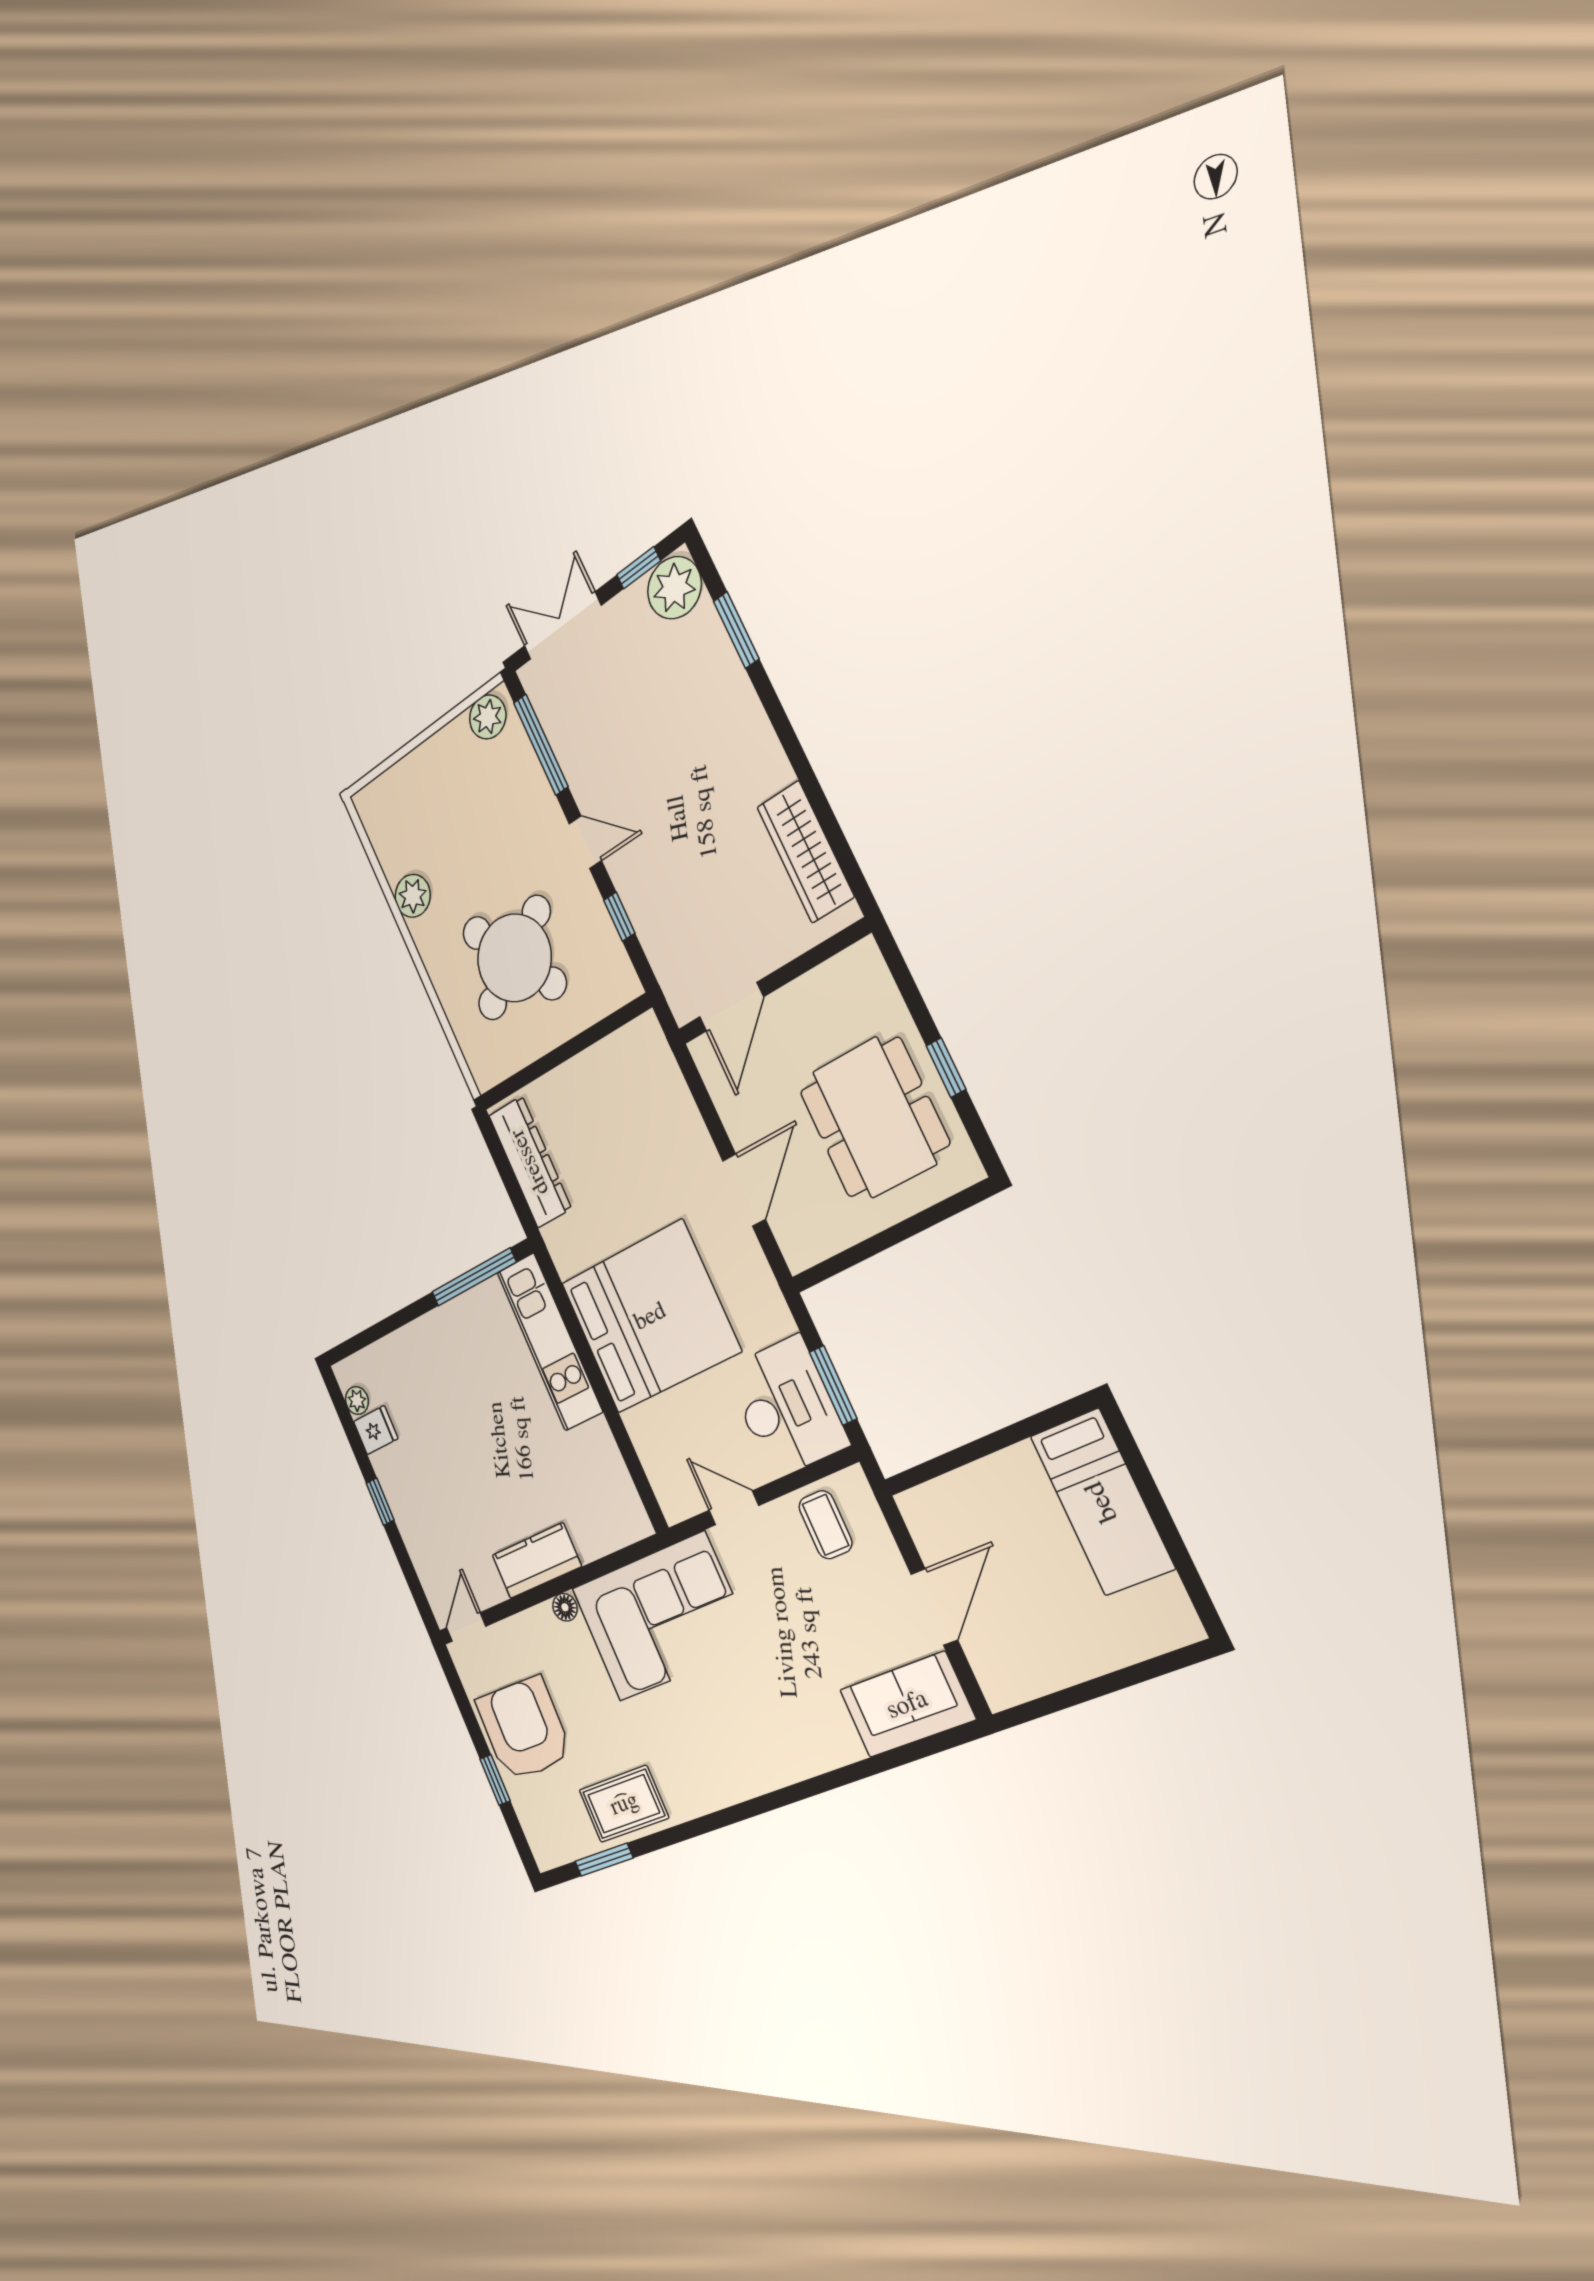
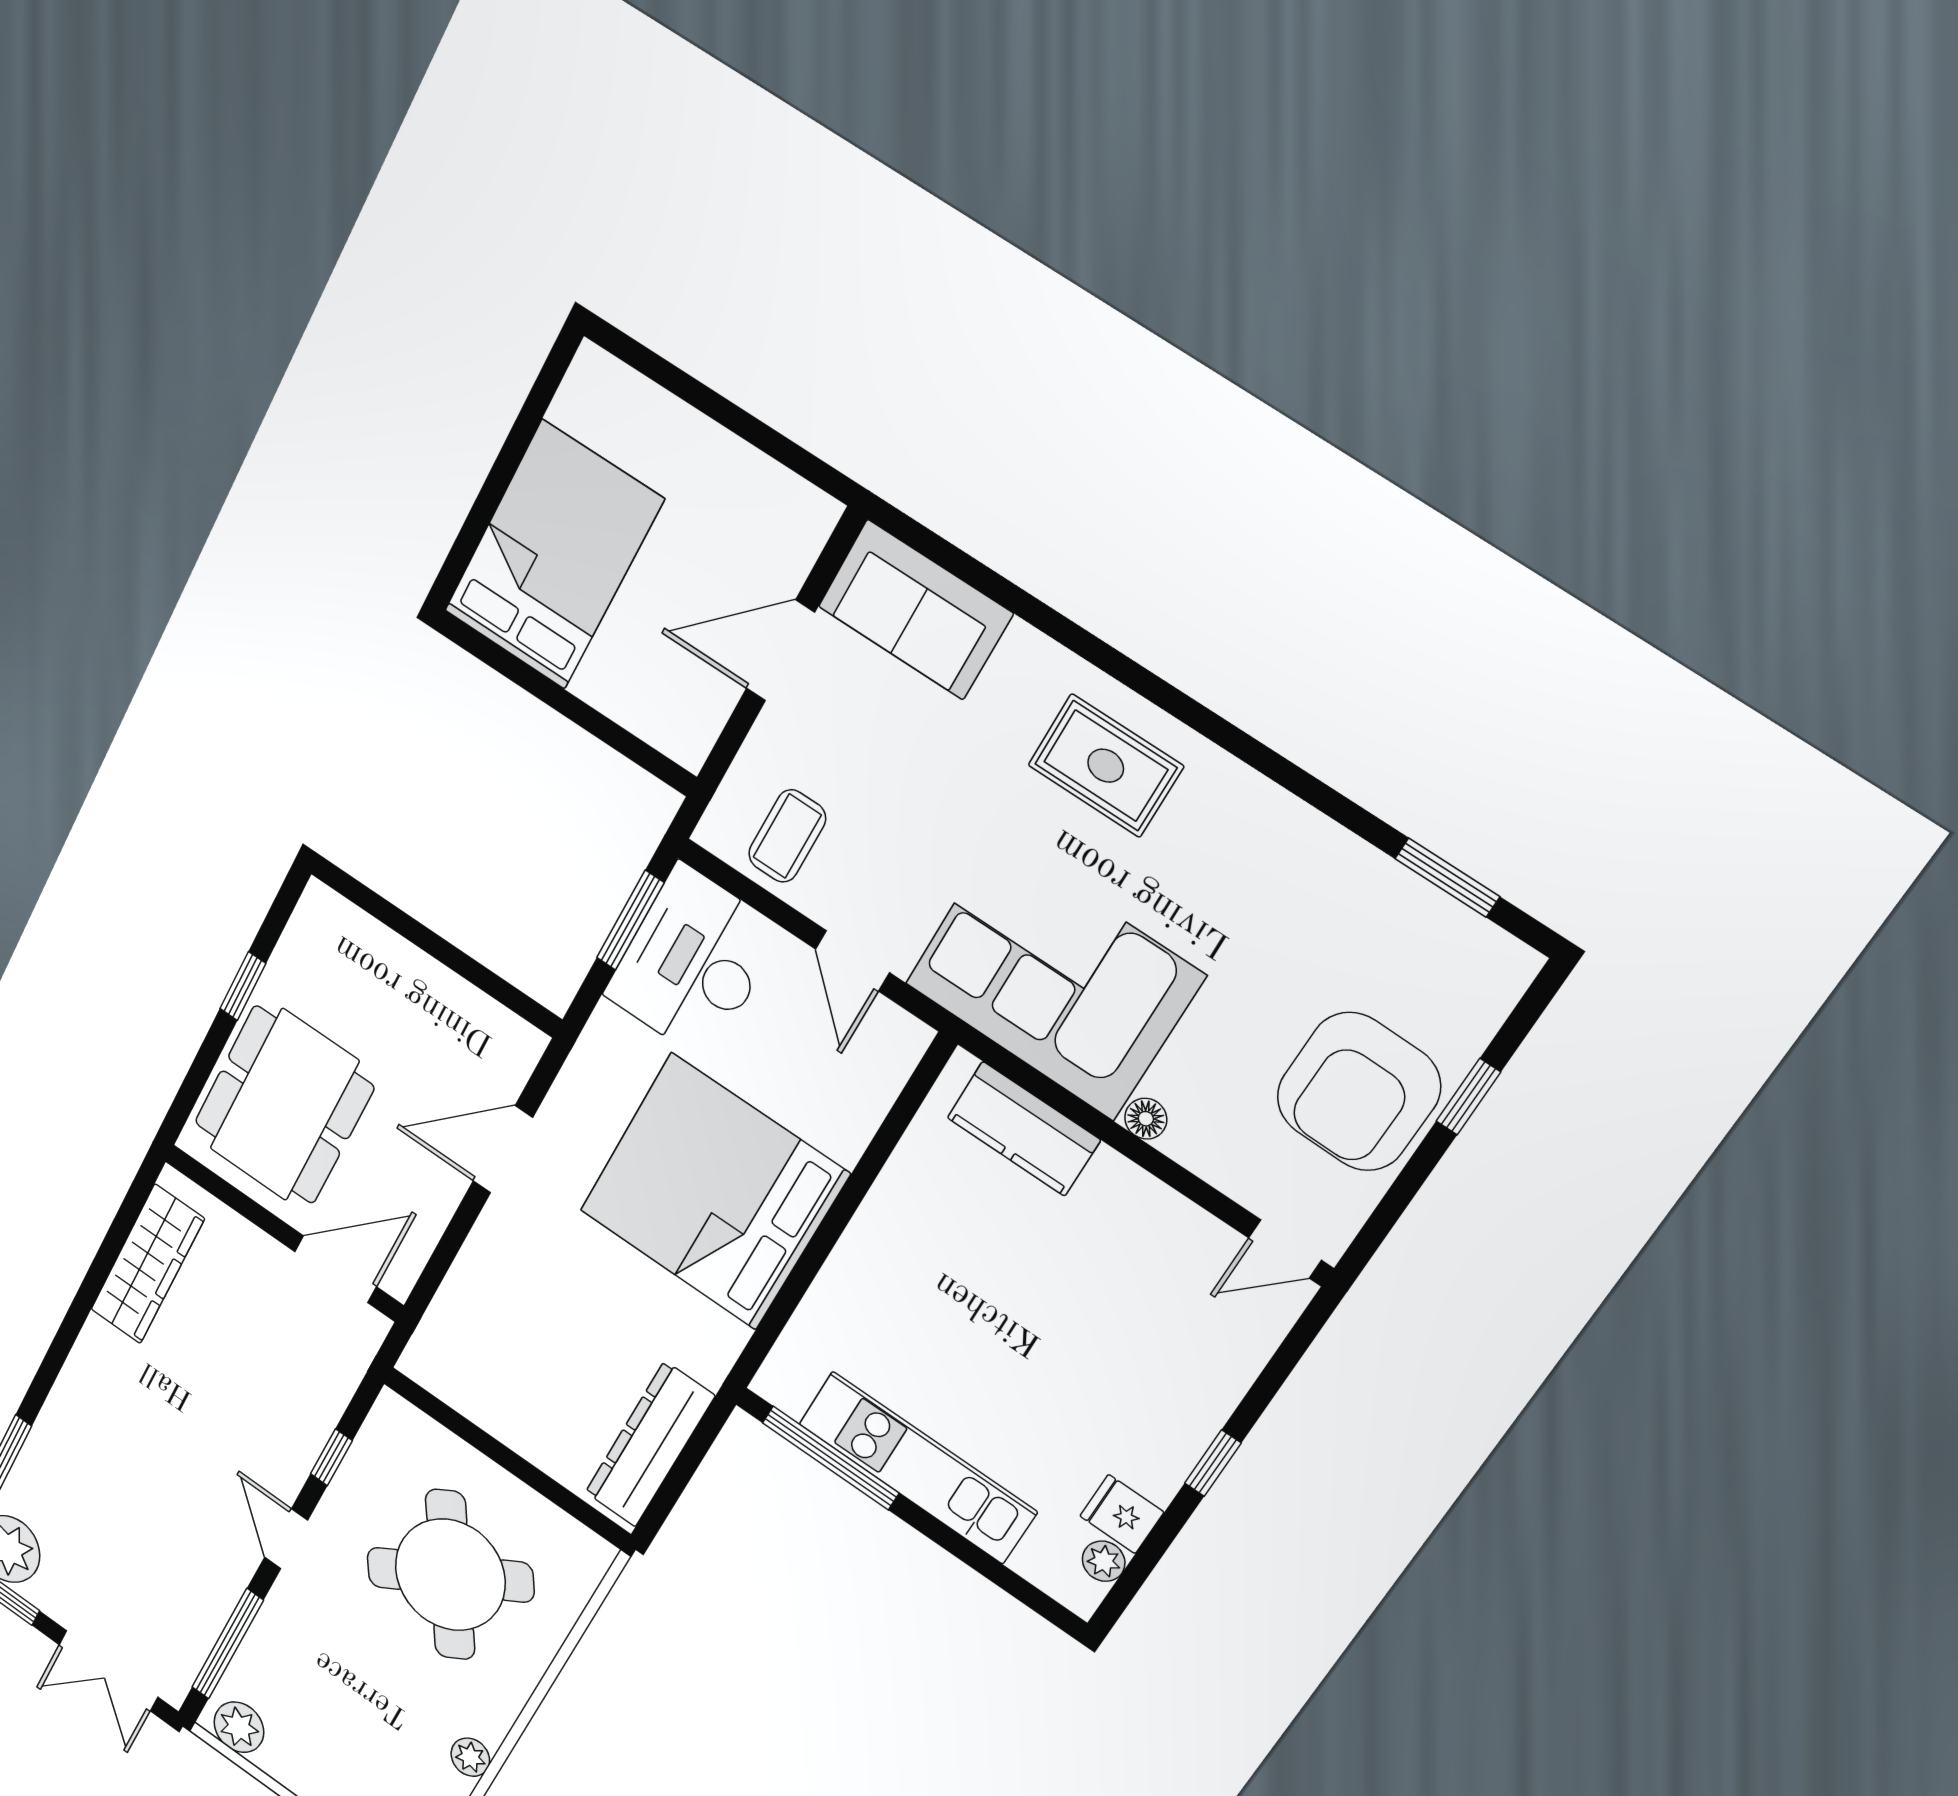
plant: (413, 896) -> (470, 1757), width x0.73, depth x0.73
dining table: (874, 1117) -> (284, 1105), moved
kitchen unit: (550, 1342) -> (918, 1468), moved, turned -90
bed: (1102, 1502) -> (553, 555), width x1.50
kitchen counter: (537, 1561) -> (1024, 1129), moved
rug: (624, 1804) -> (1106, 766), moved

